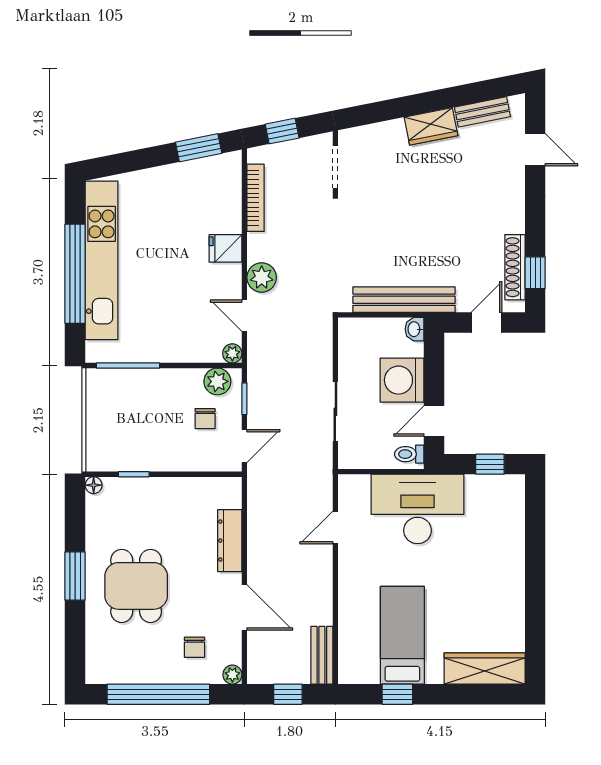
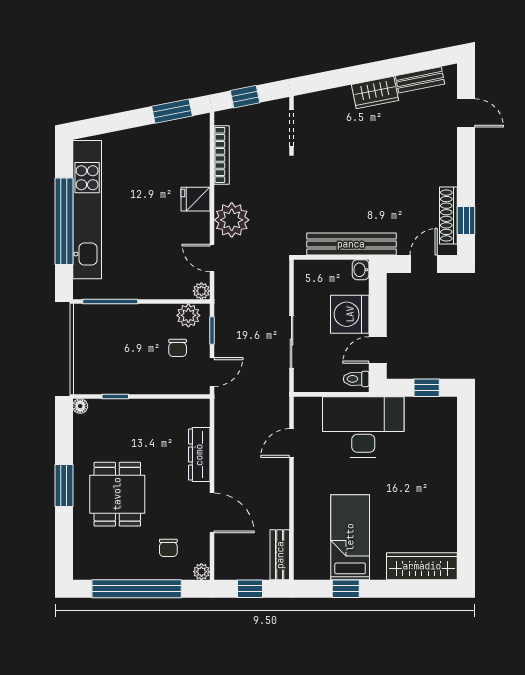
plant: (262, 277) -> (232, 220), width x1.36, depth x1.36

